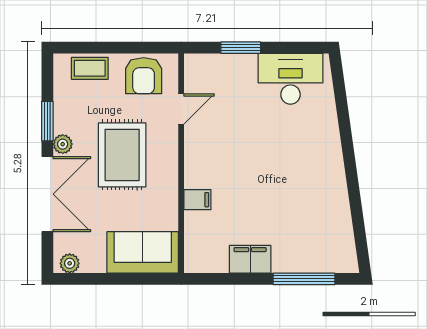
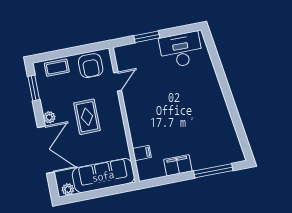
window: (47, 121) -> (34, 88), moved
rug: (122, 155) -> (87, 117), width x0.73, depth x0.70
filing cabinet: (197, 200) -> (142, 153), moved
sofa: (143, 252) -> (103, 176), width x1.36

